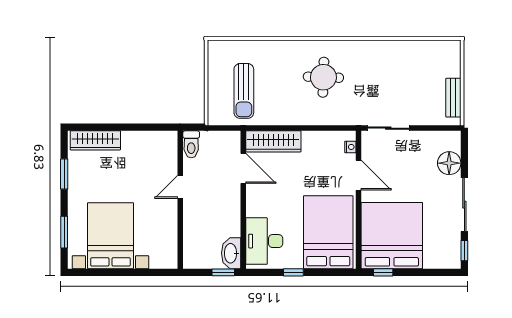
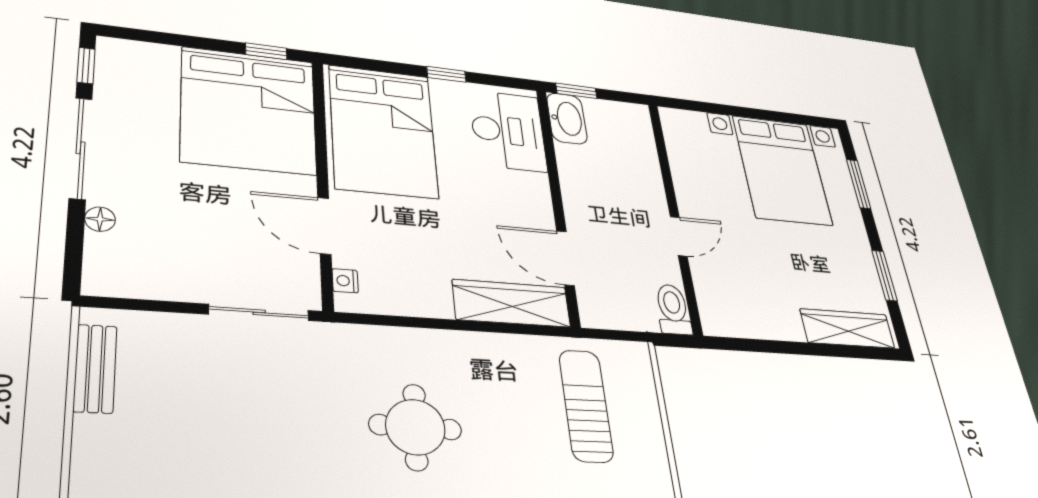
floor lamp: (449, 163) -> (100, 219), width x0.53, depth x0.53

